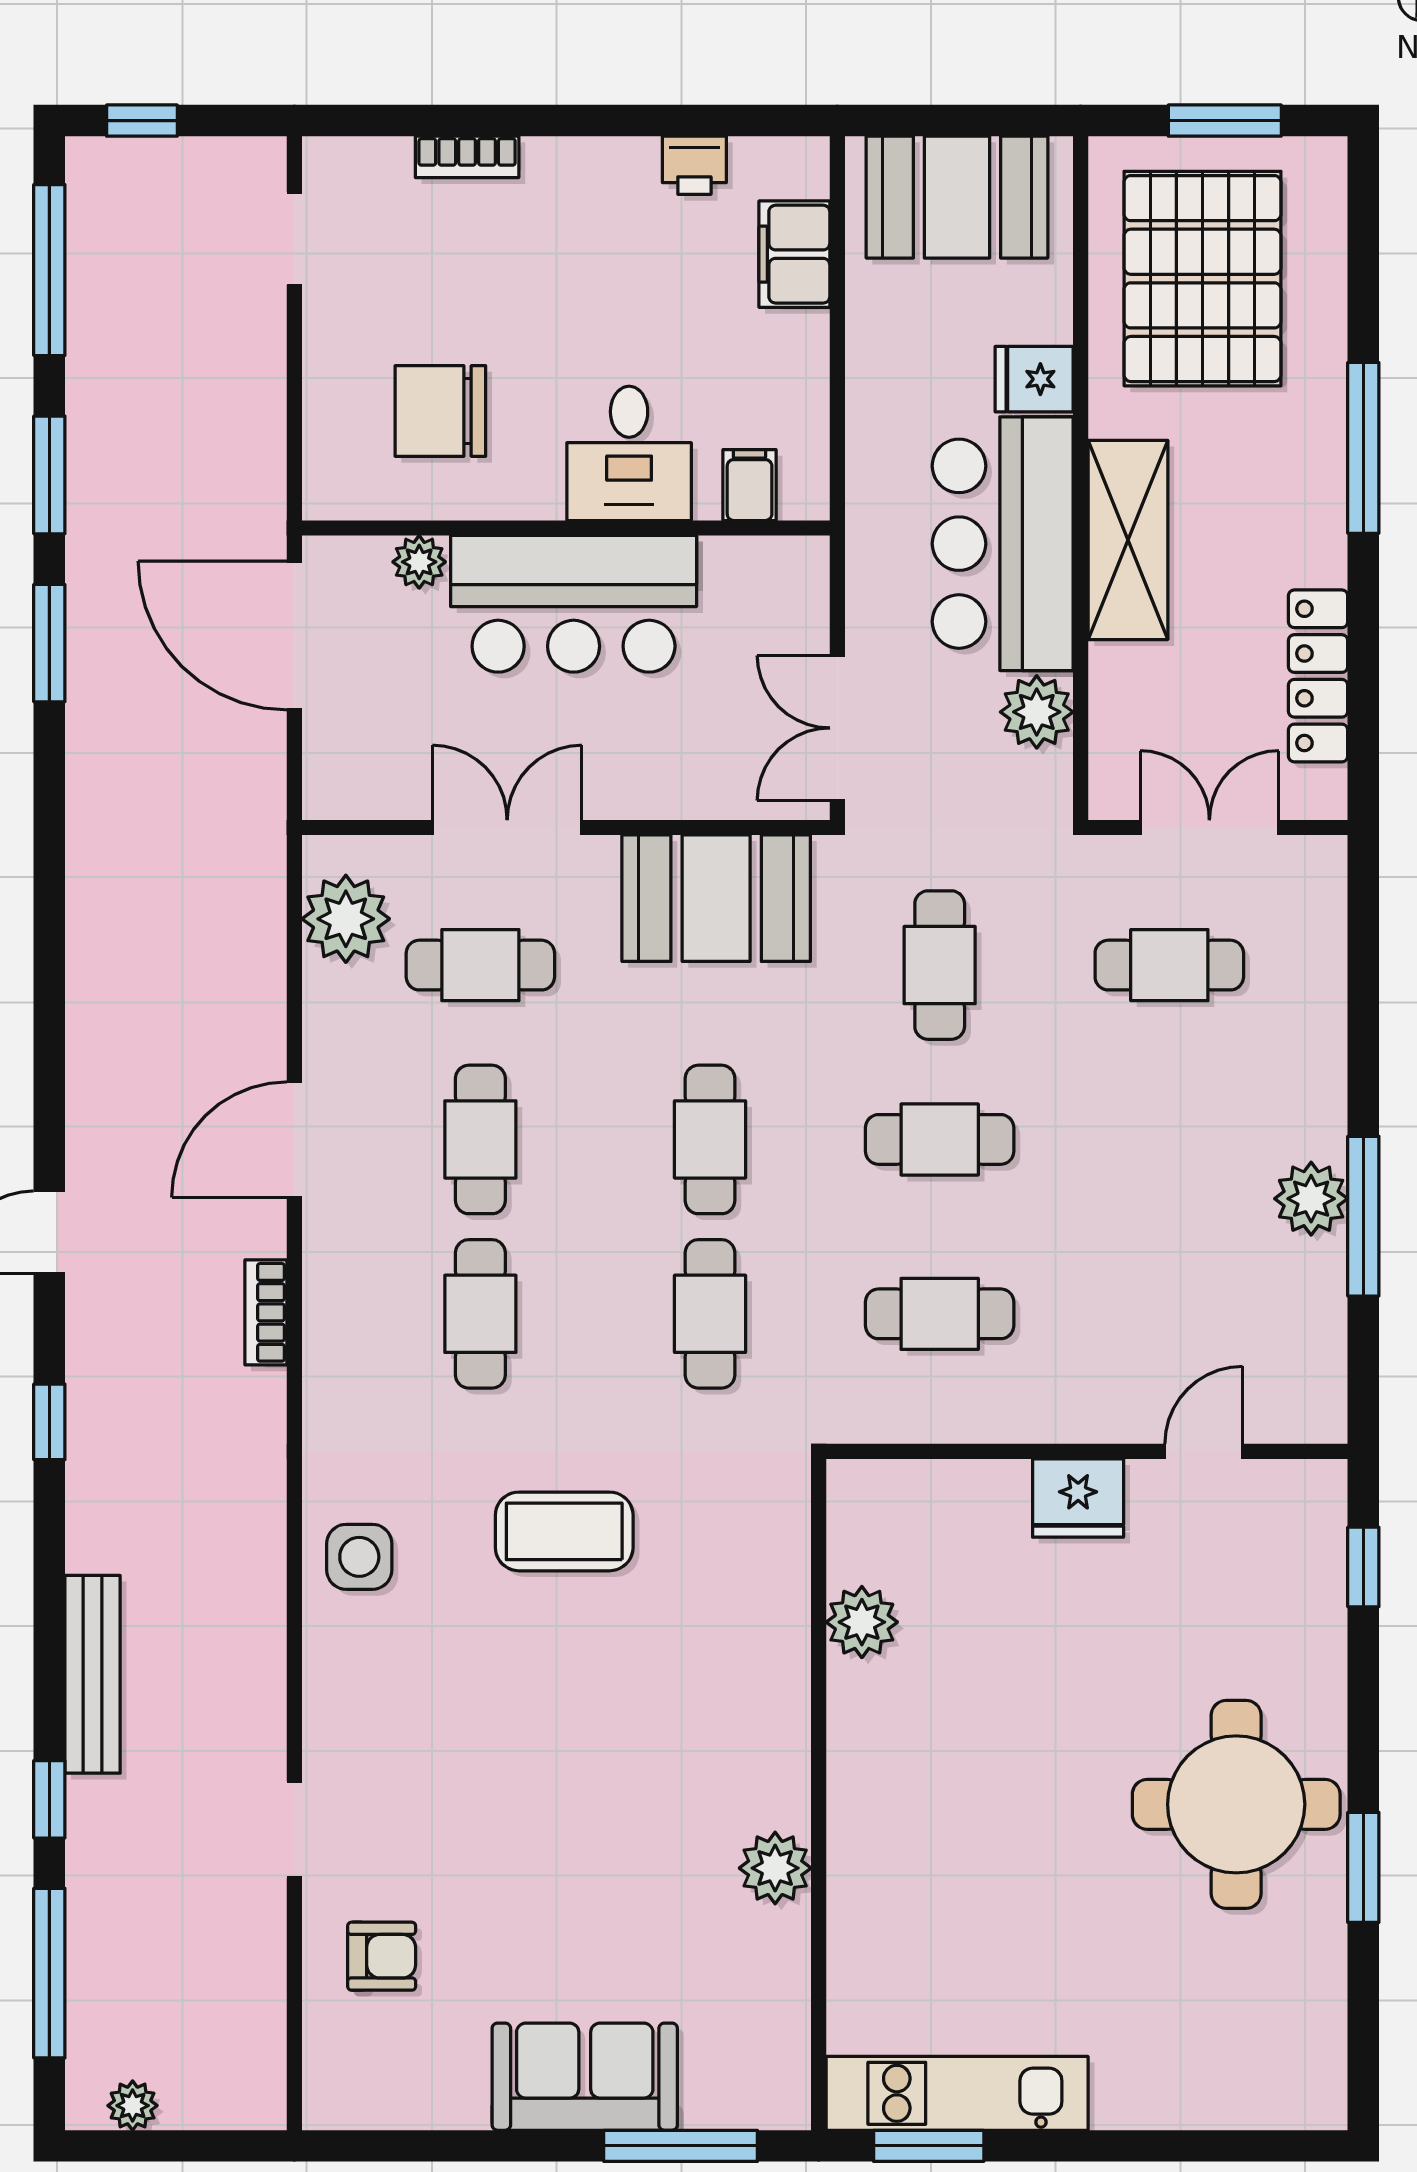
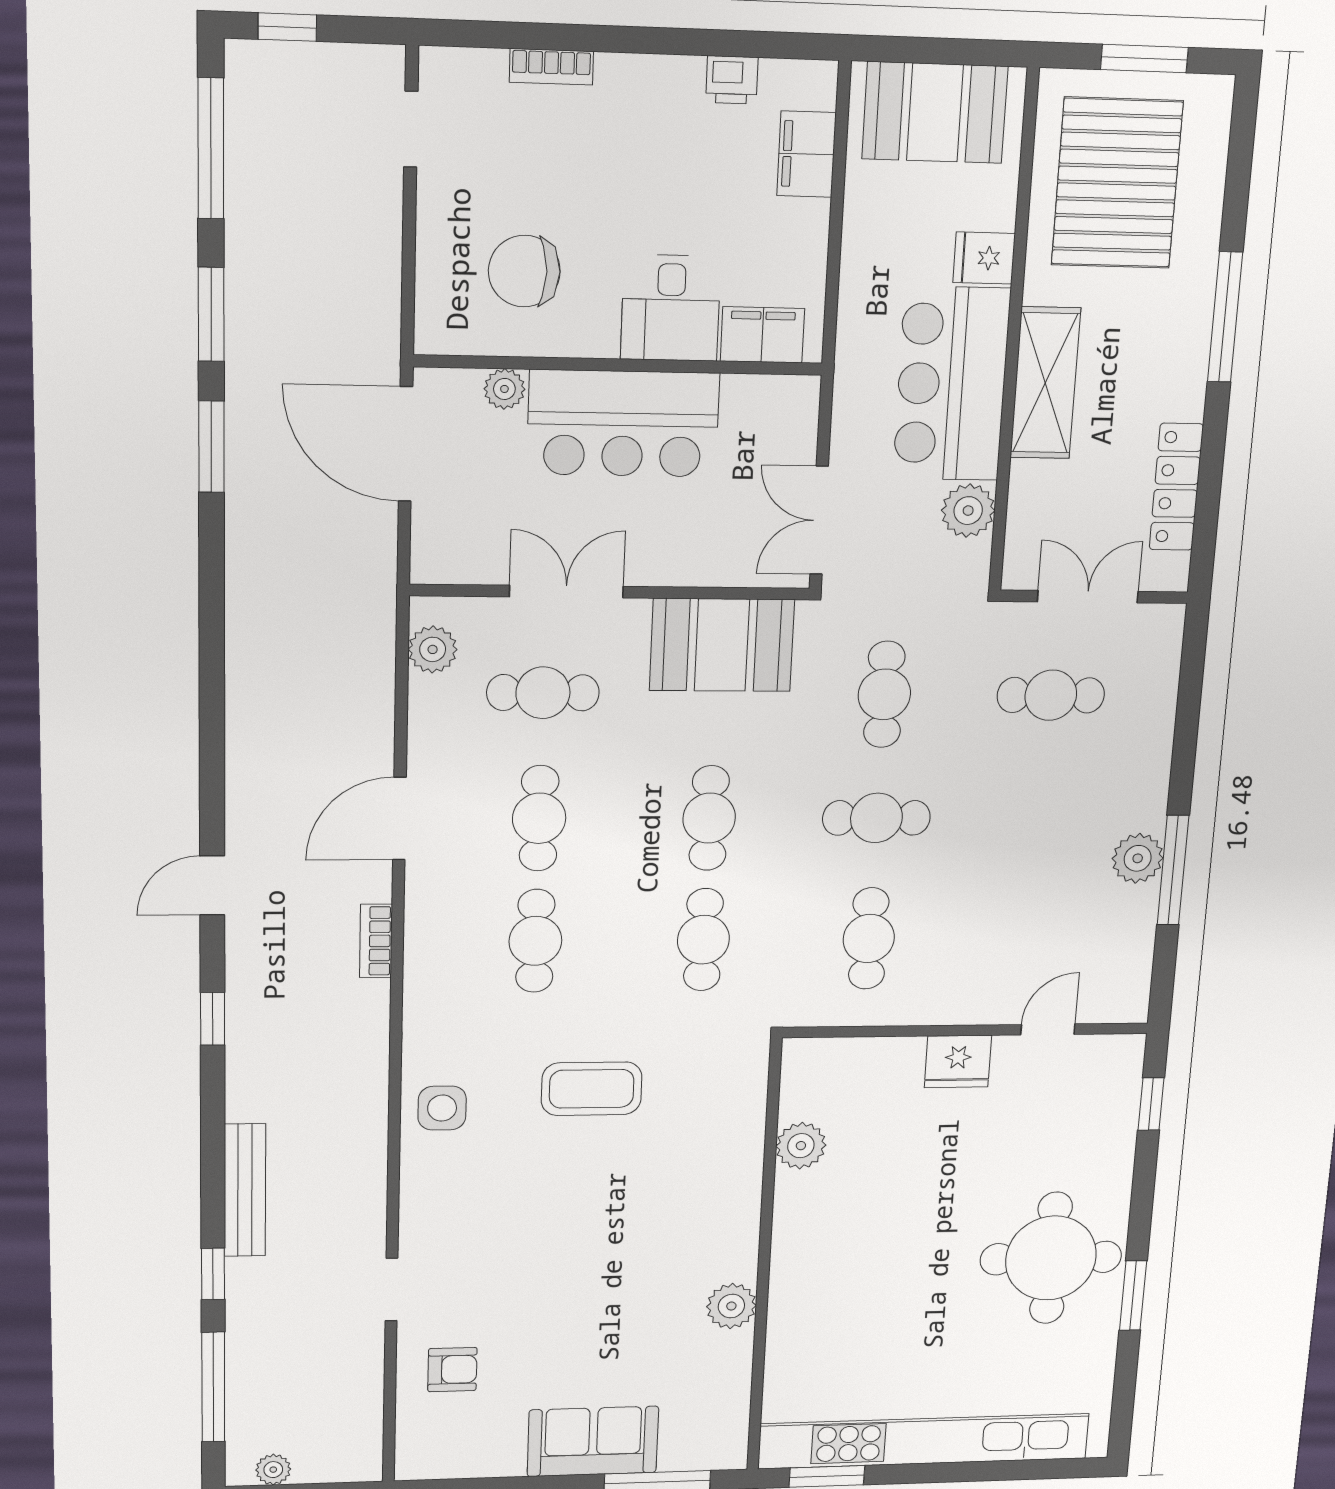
filing cabinet: (750, 485) -> (762, 335), width x2.00
plant: (346, 919) -> (433, 649), width x0.73, depth x0.73
cafe table: (940, 1314) -> (869, 938), turned 90
kitchen unit: (957, 2093) -> (924, 1441), width x1.86

